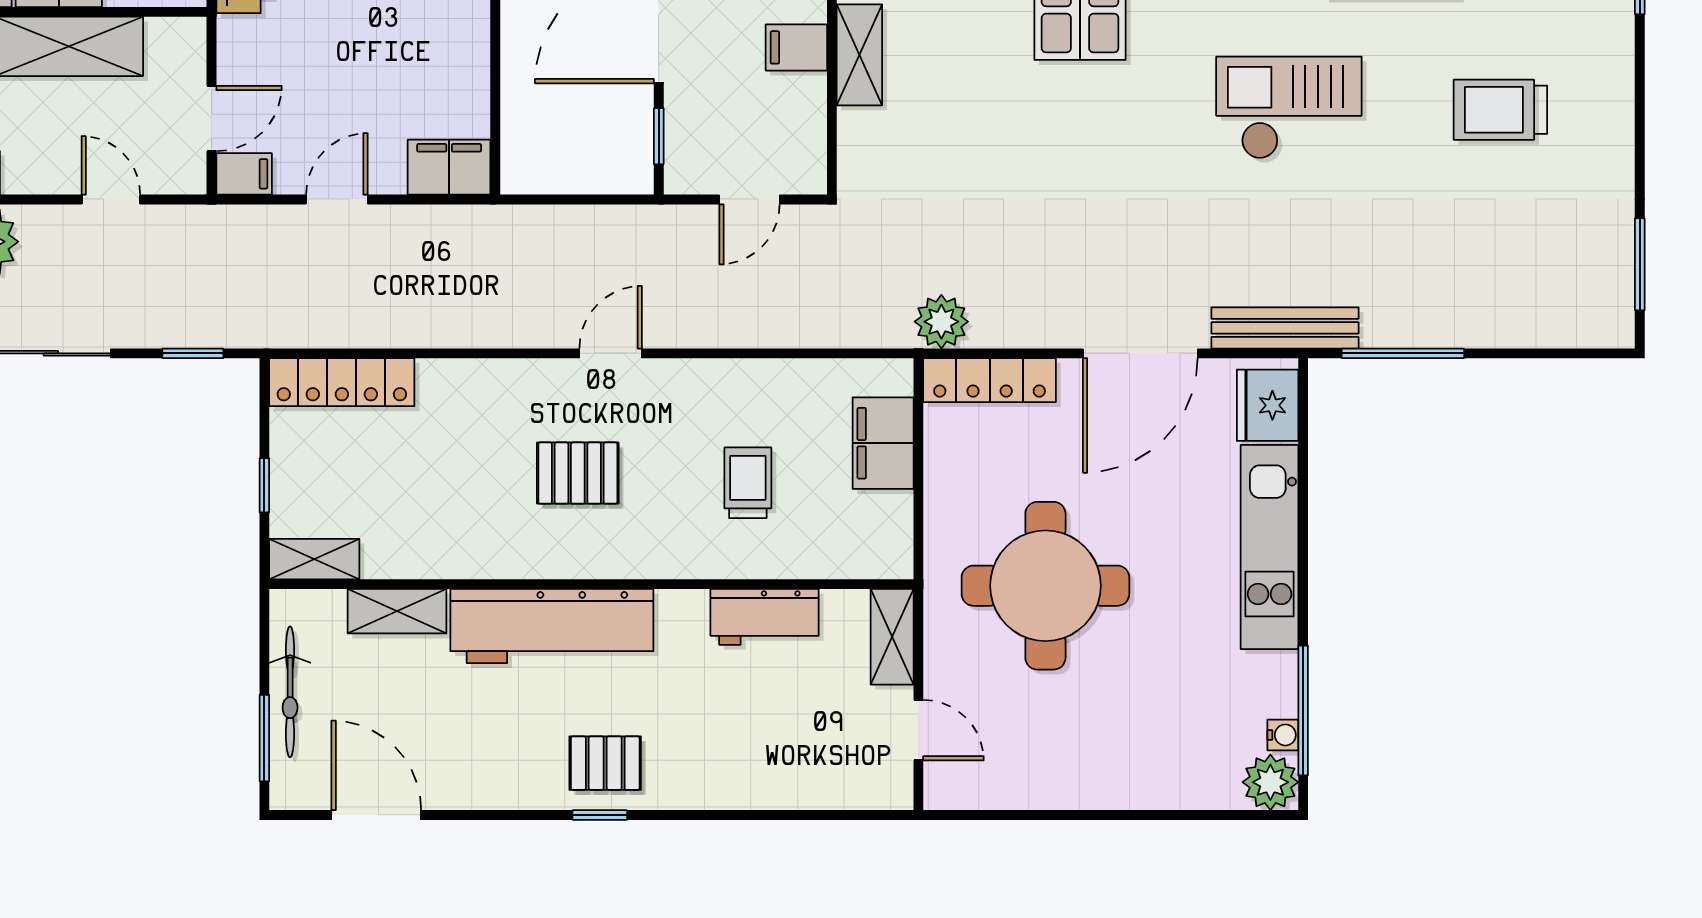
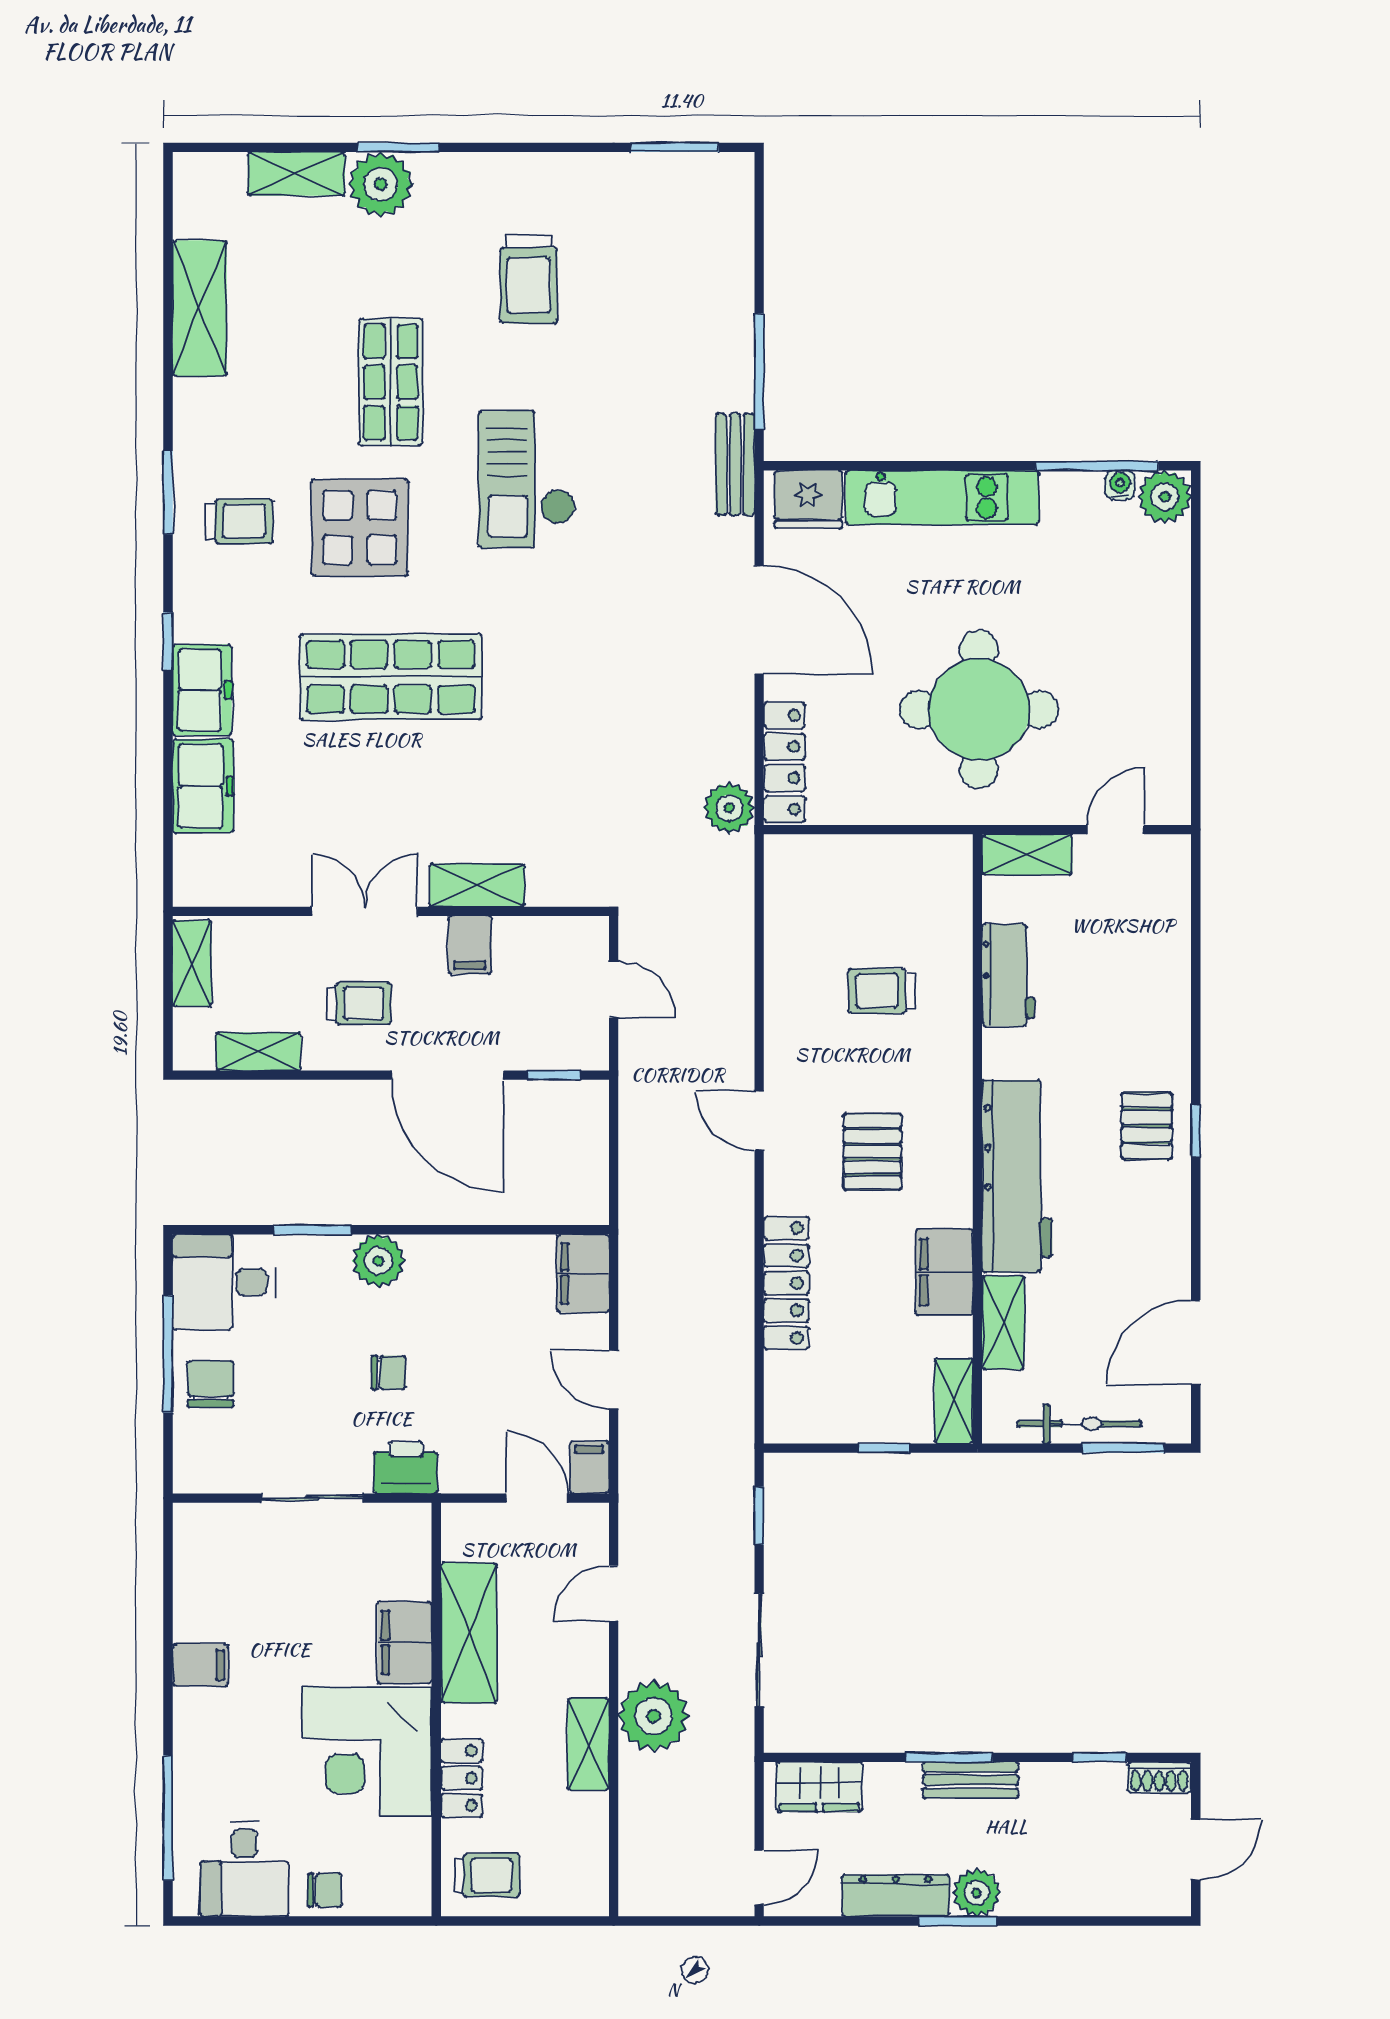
bench: (1285, 328) -> (735, 464), width x0.73
locker: (342, 382) -> (786, 1283), moved
filing cabinet: (883, 443) -> (944, 1272), moved, turned 90

